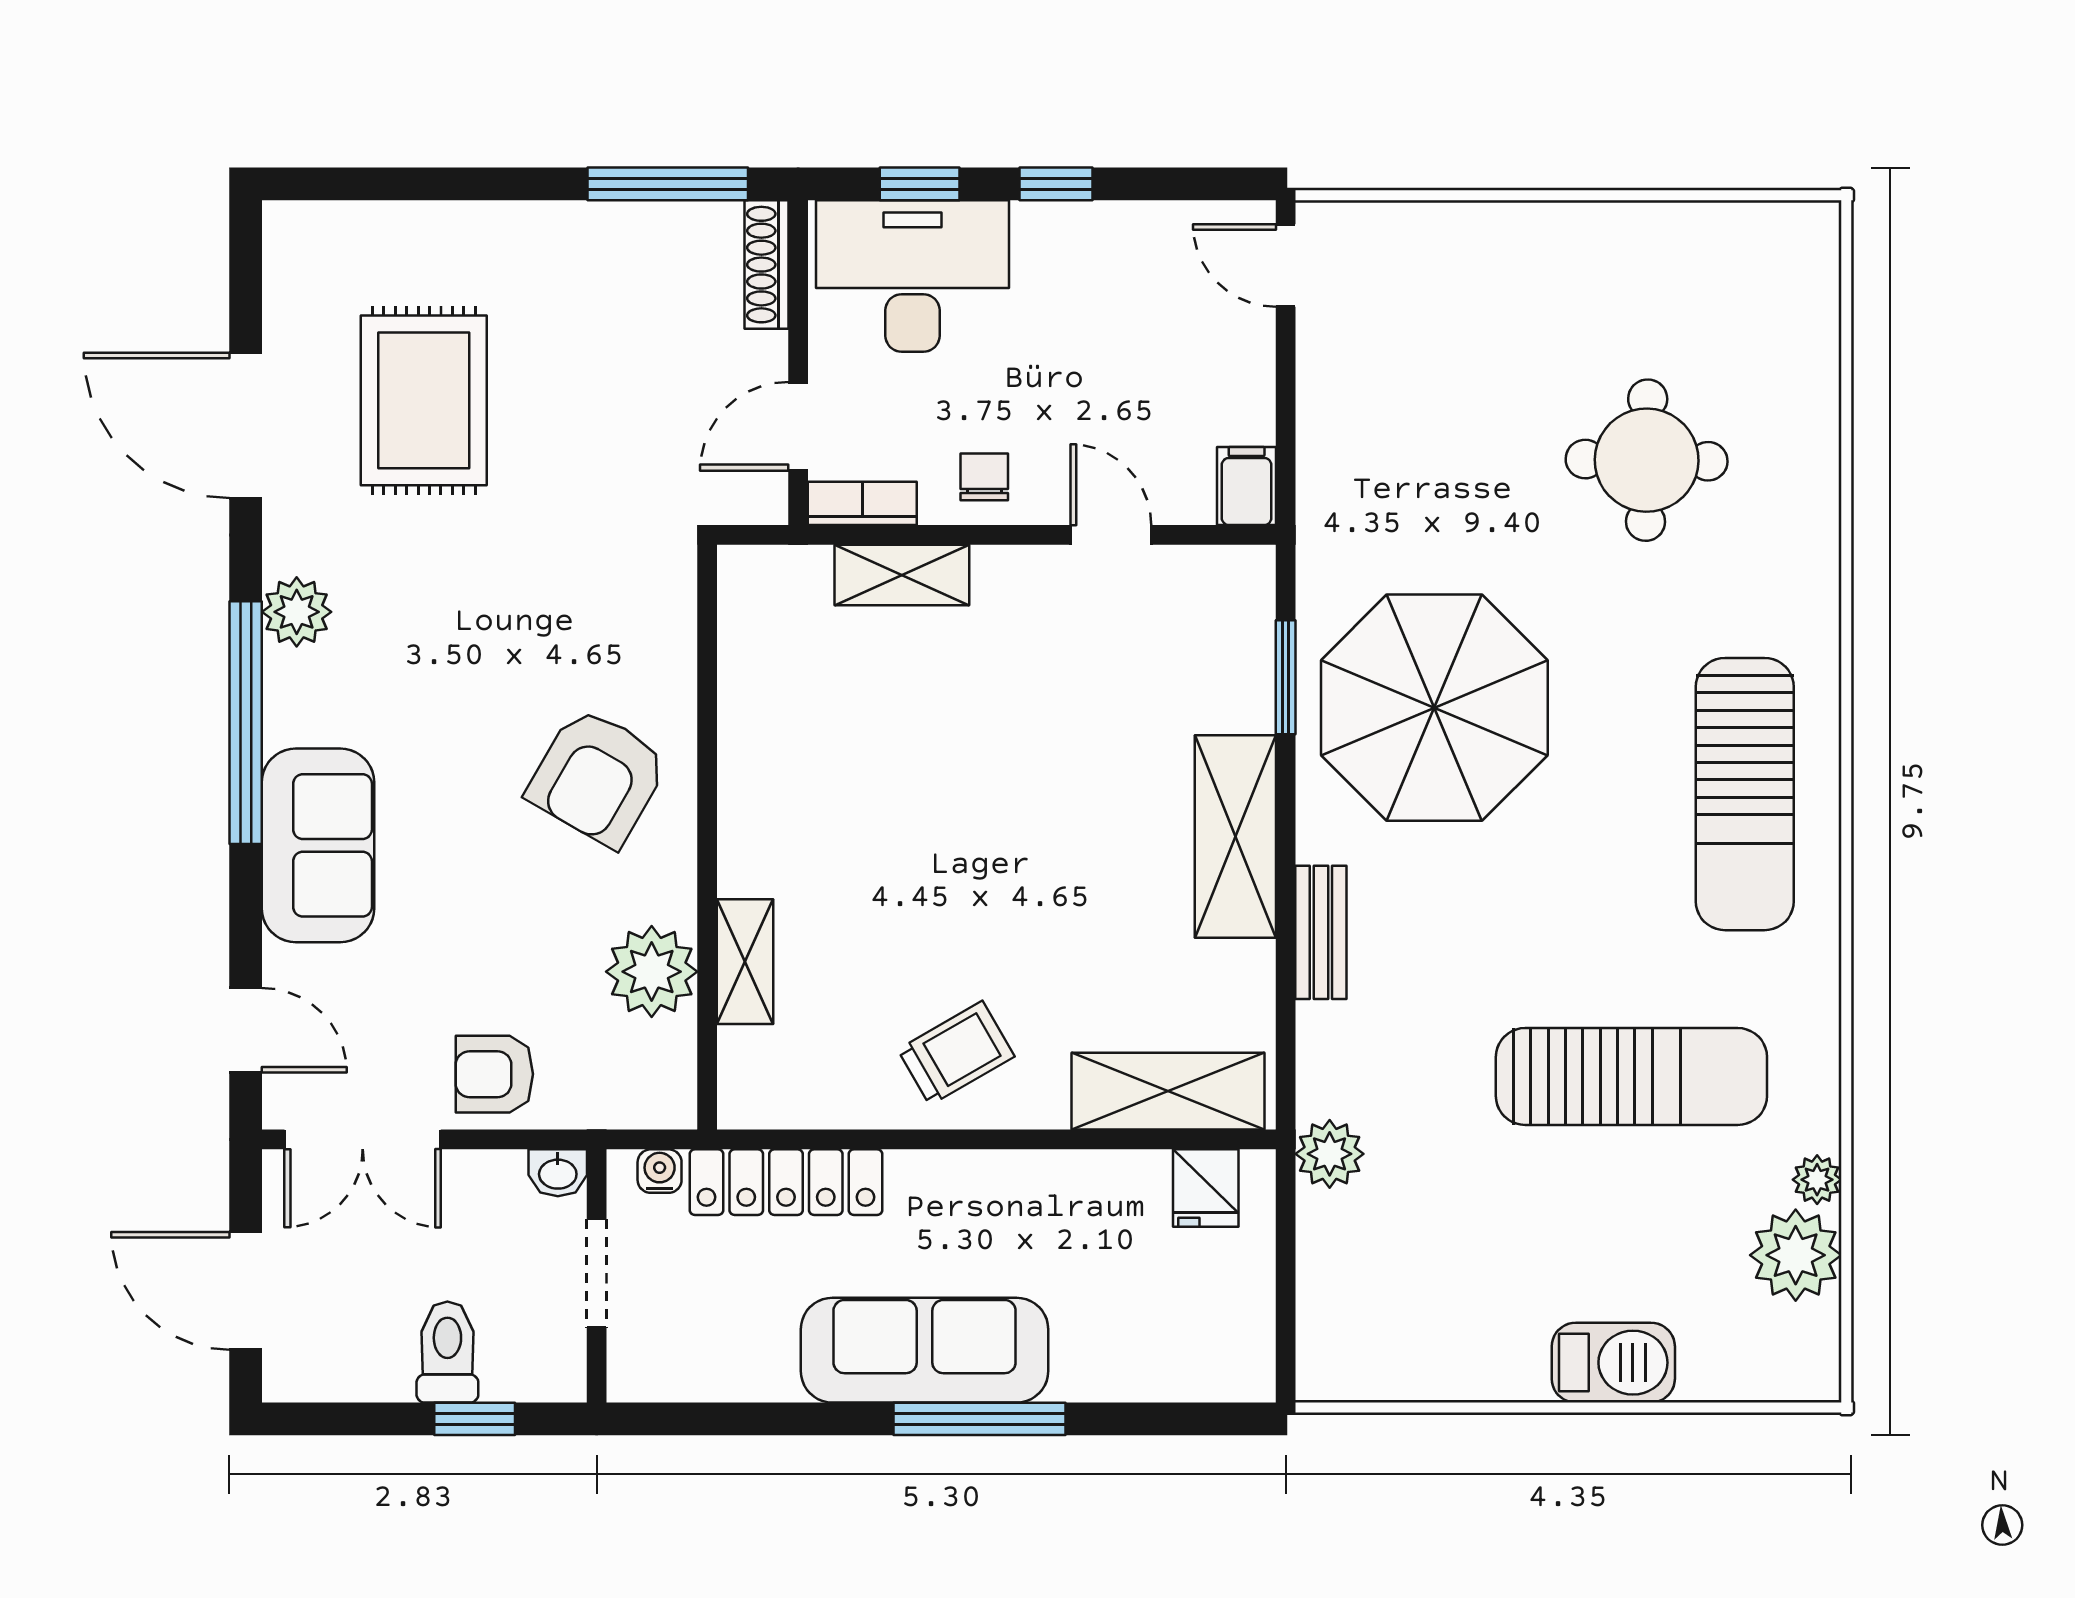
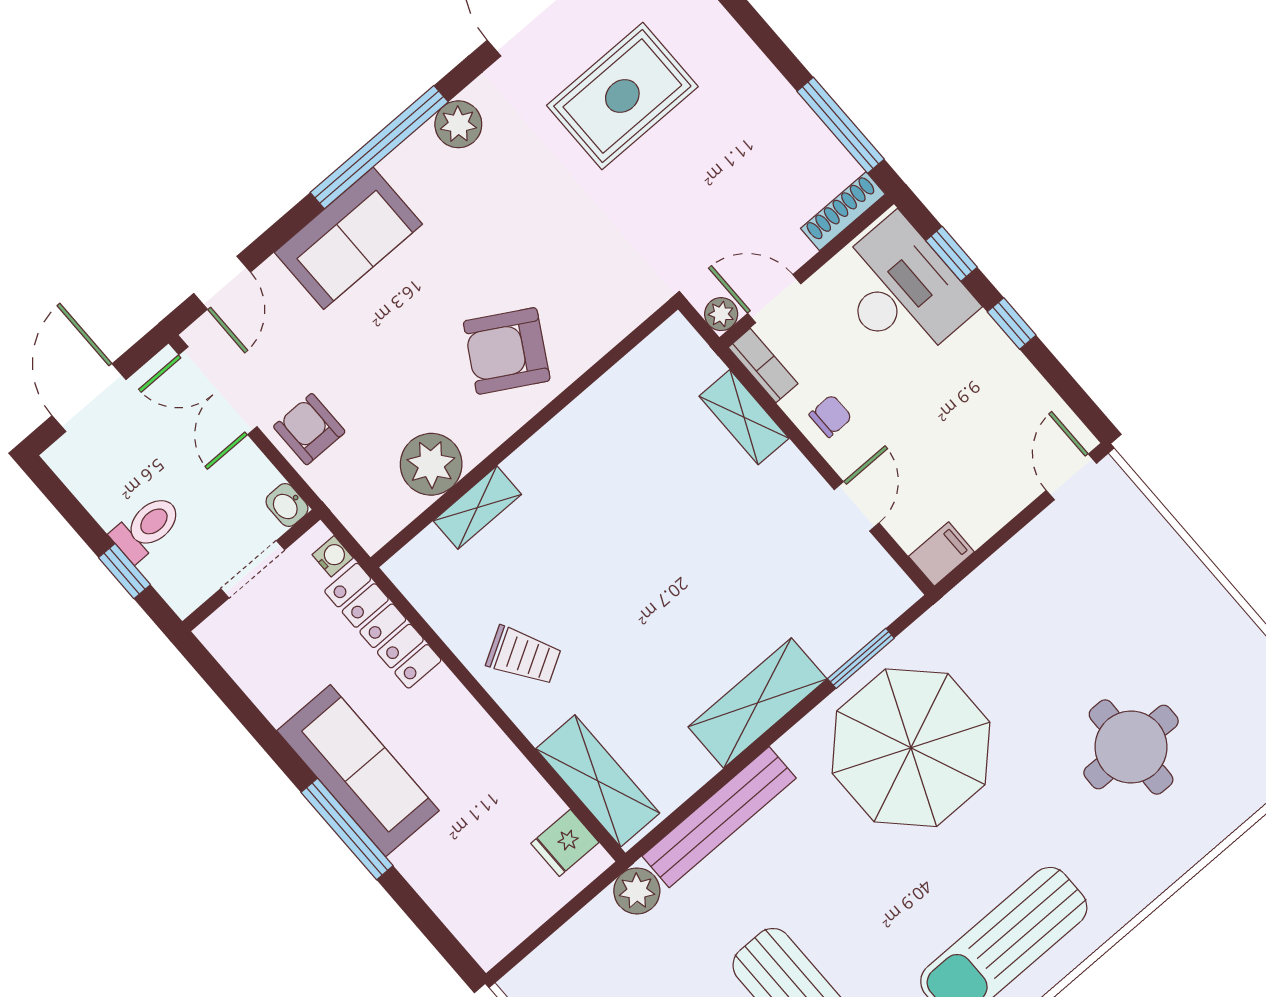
plant: (764, 501) -> (721, 314), added
bench: (1321, 932) -> (719, 817), width x1.86, depth x1.21

